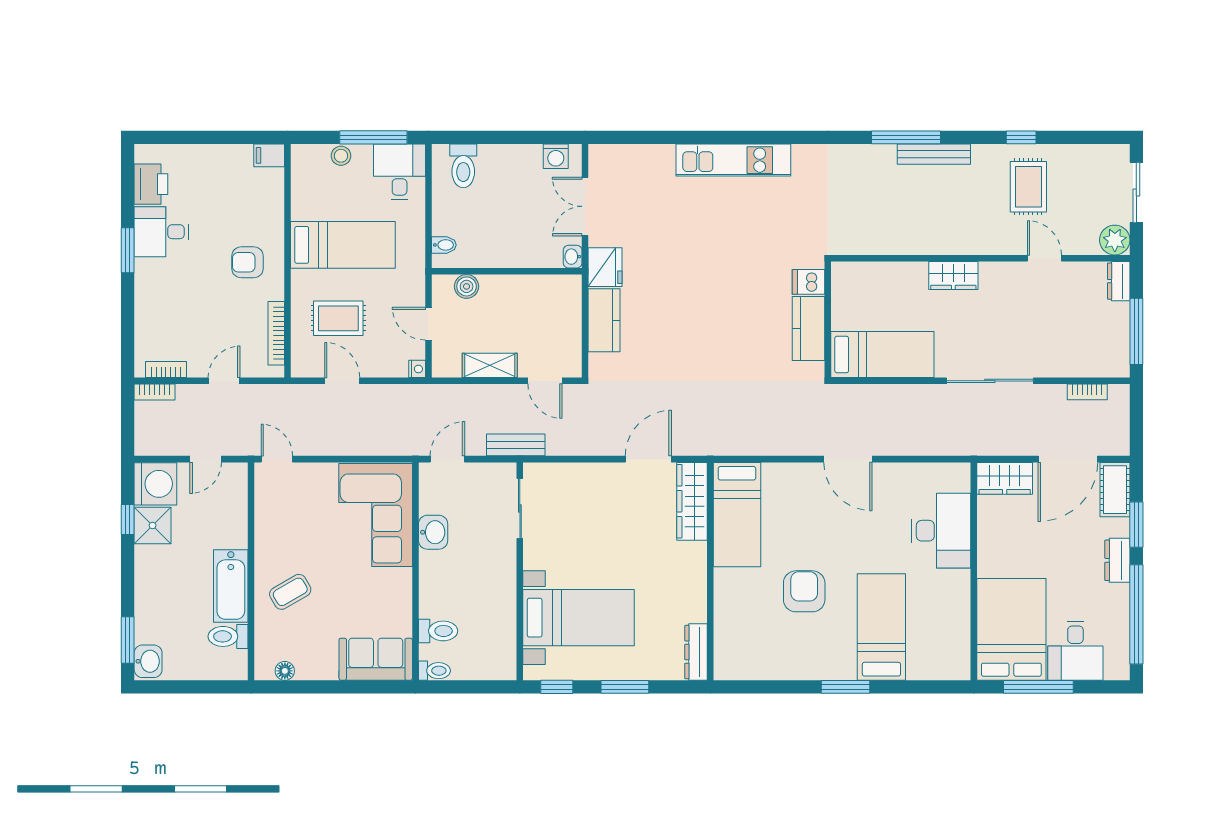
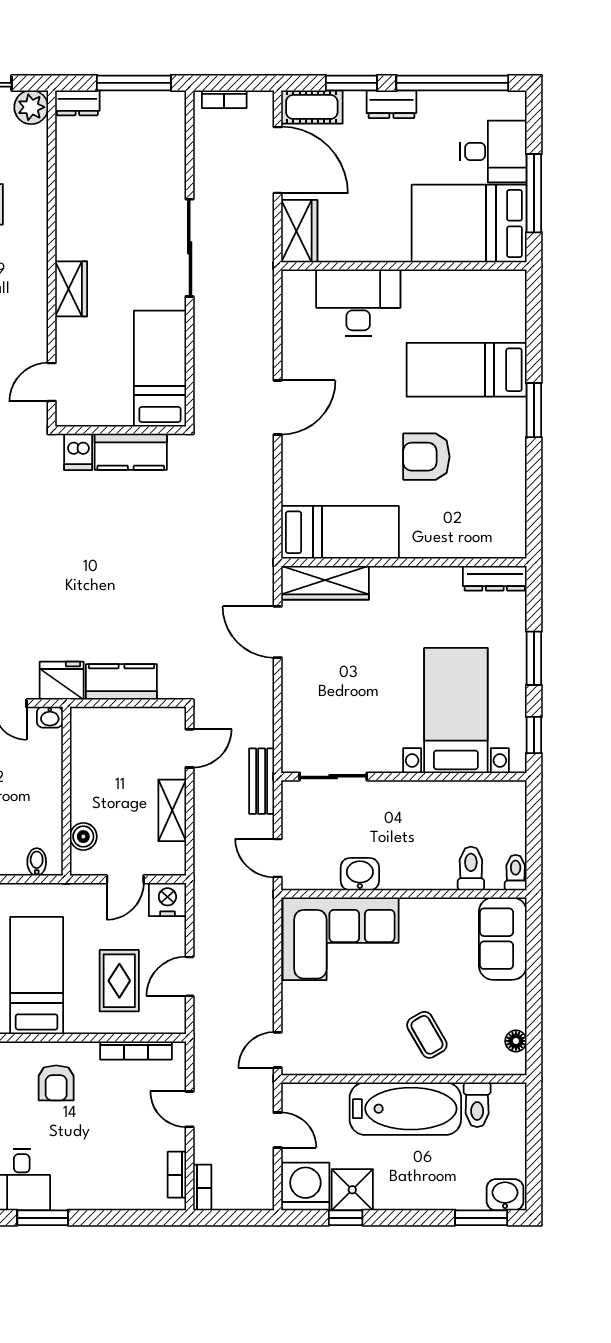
door: (1045, 258) -> (52, 382), moved
nightstand: (417, 369) -> (167, 899), width x1.89, depth x1.79
bookcase: (1087, 392) -> (224, 99), moved, turned 90
bathtub: (231, 586) -> (405, 1109), width x1.36, depth x1.36

